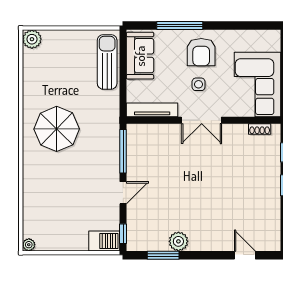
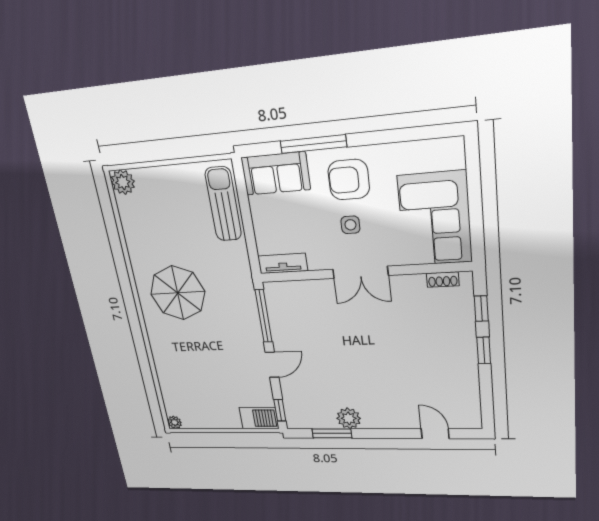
armchair: (201, 52) -> (349, 180), turned 90
sofa: (140, 56) -> (276, 174), moved, turned 90
tv unit: (152, 110) -> (283, 263), width x0.71

